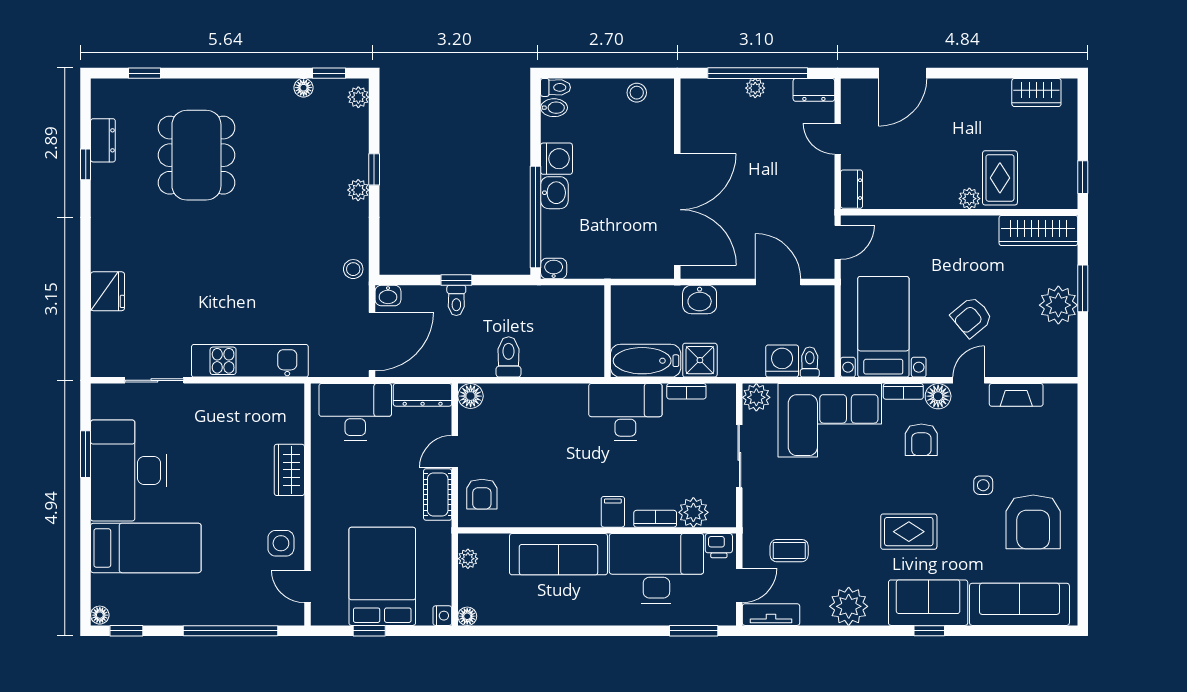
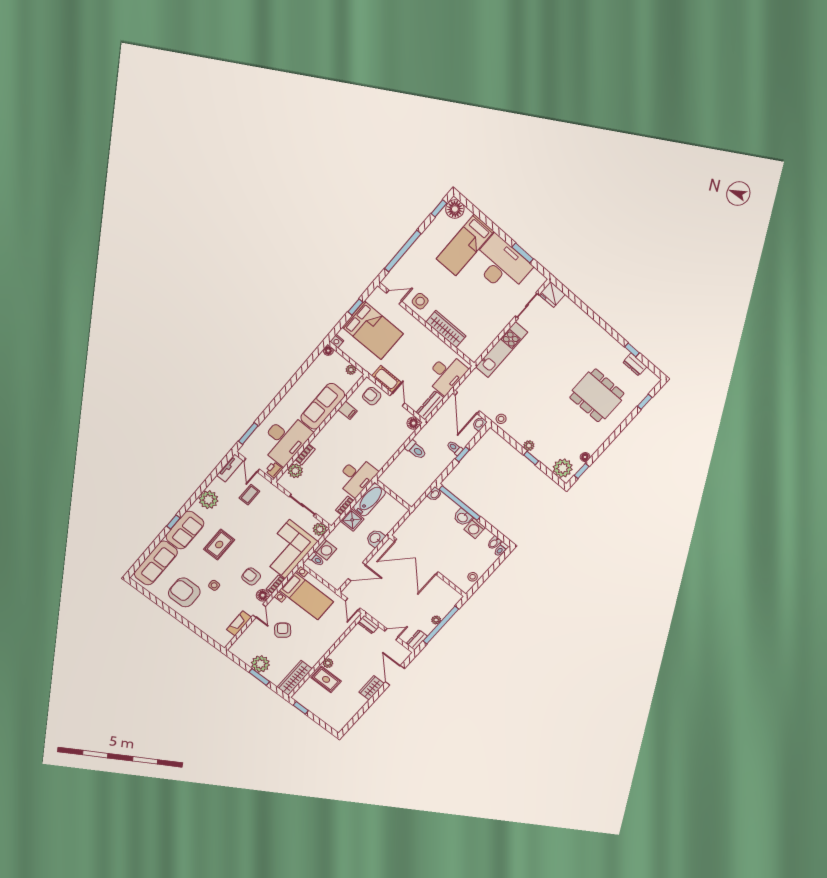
wardrobe: (1036, 92) -> (372, 688), moved
plant: (358, 97) -> (563, 468), width x1.88, depth x1.88
fridge: (108, 291) -> (552, 294), moved
wardrobe: (289, 470) -> (446, 329), width x1.50
filing cabinet: (613, 512) -> (348, 410), moved
floor lamp: (100, 615) -> (455, 209), width x1.89, depth x1.89

